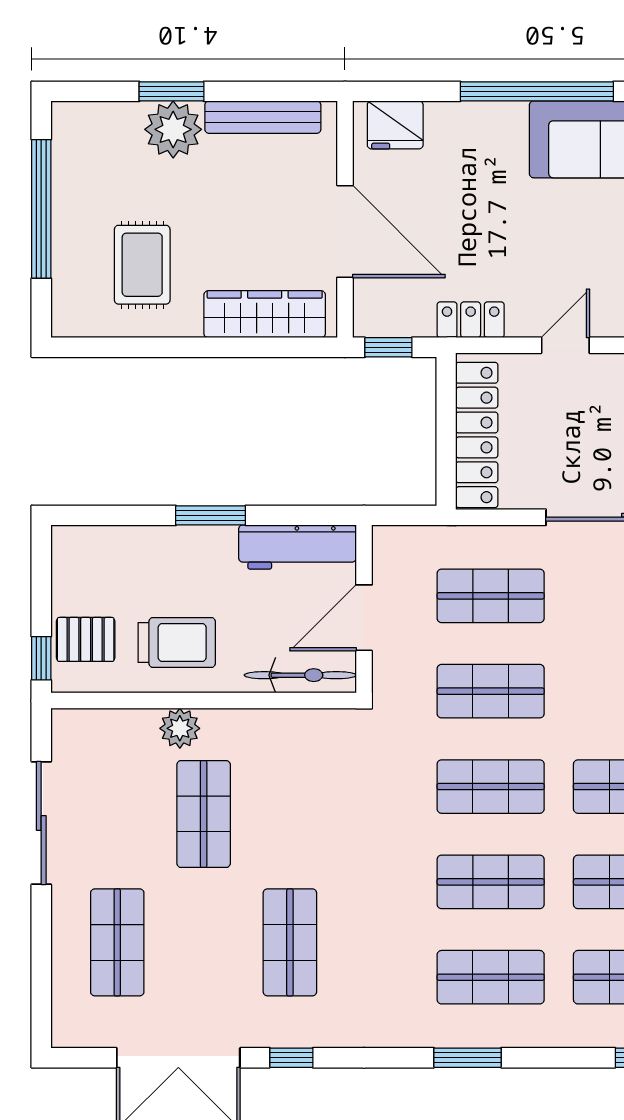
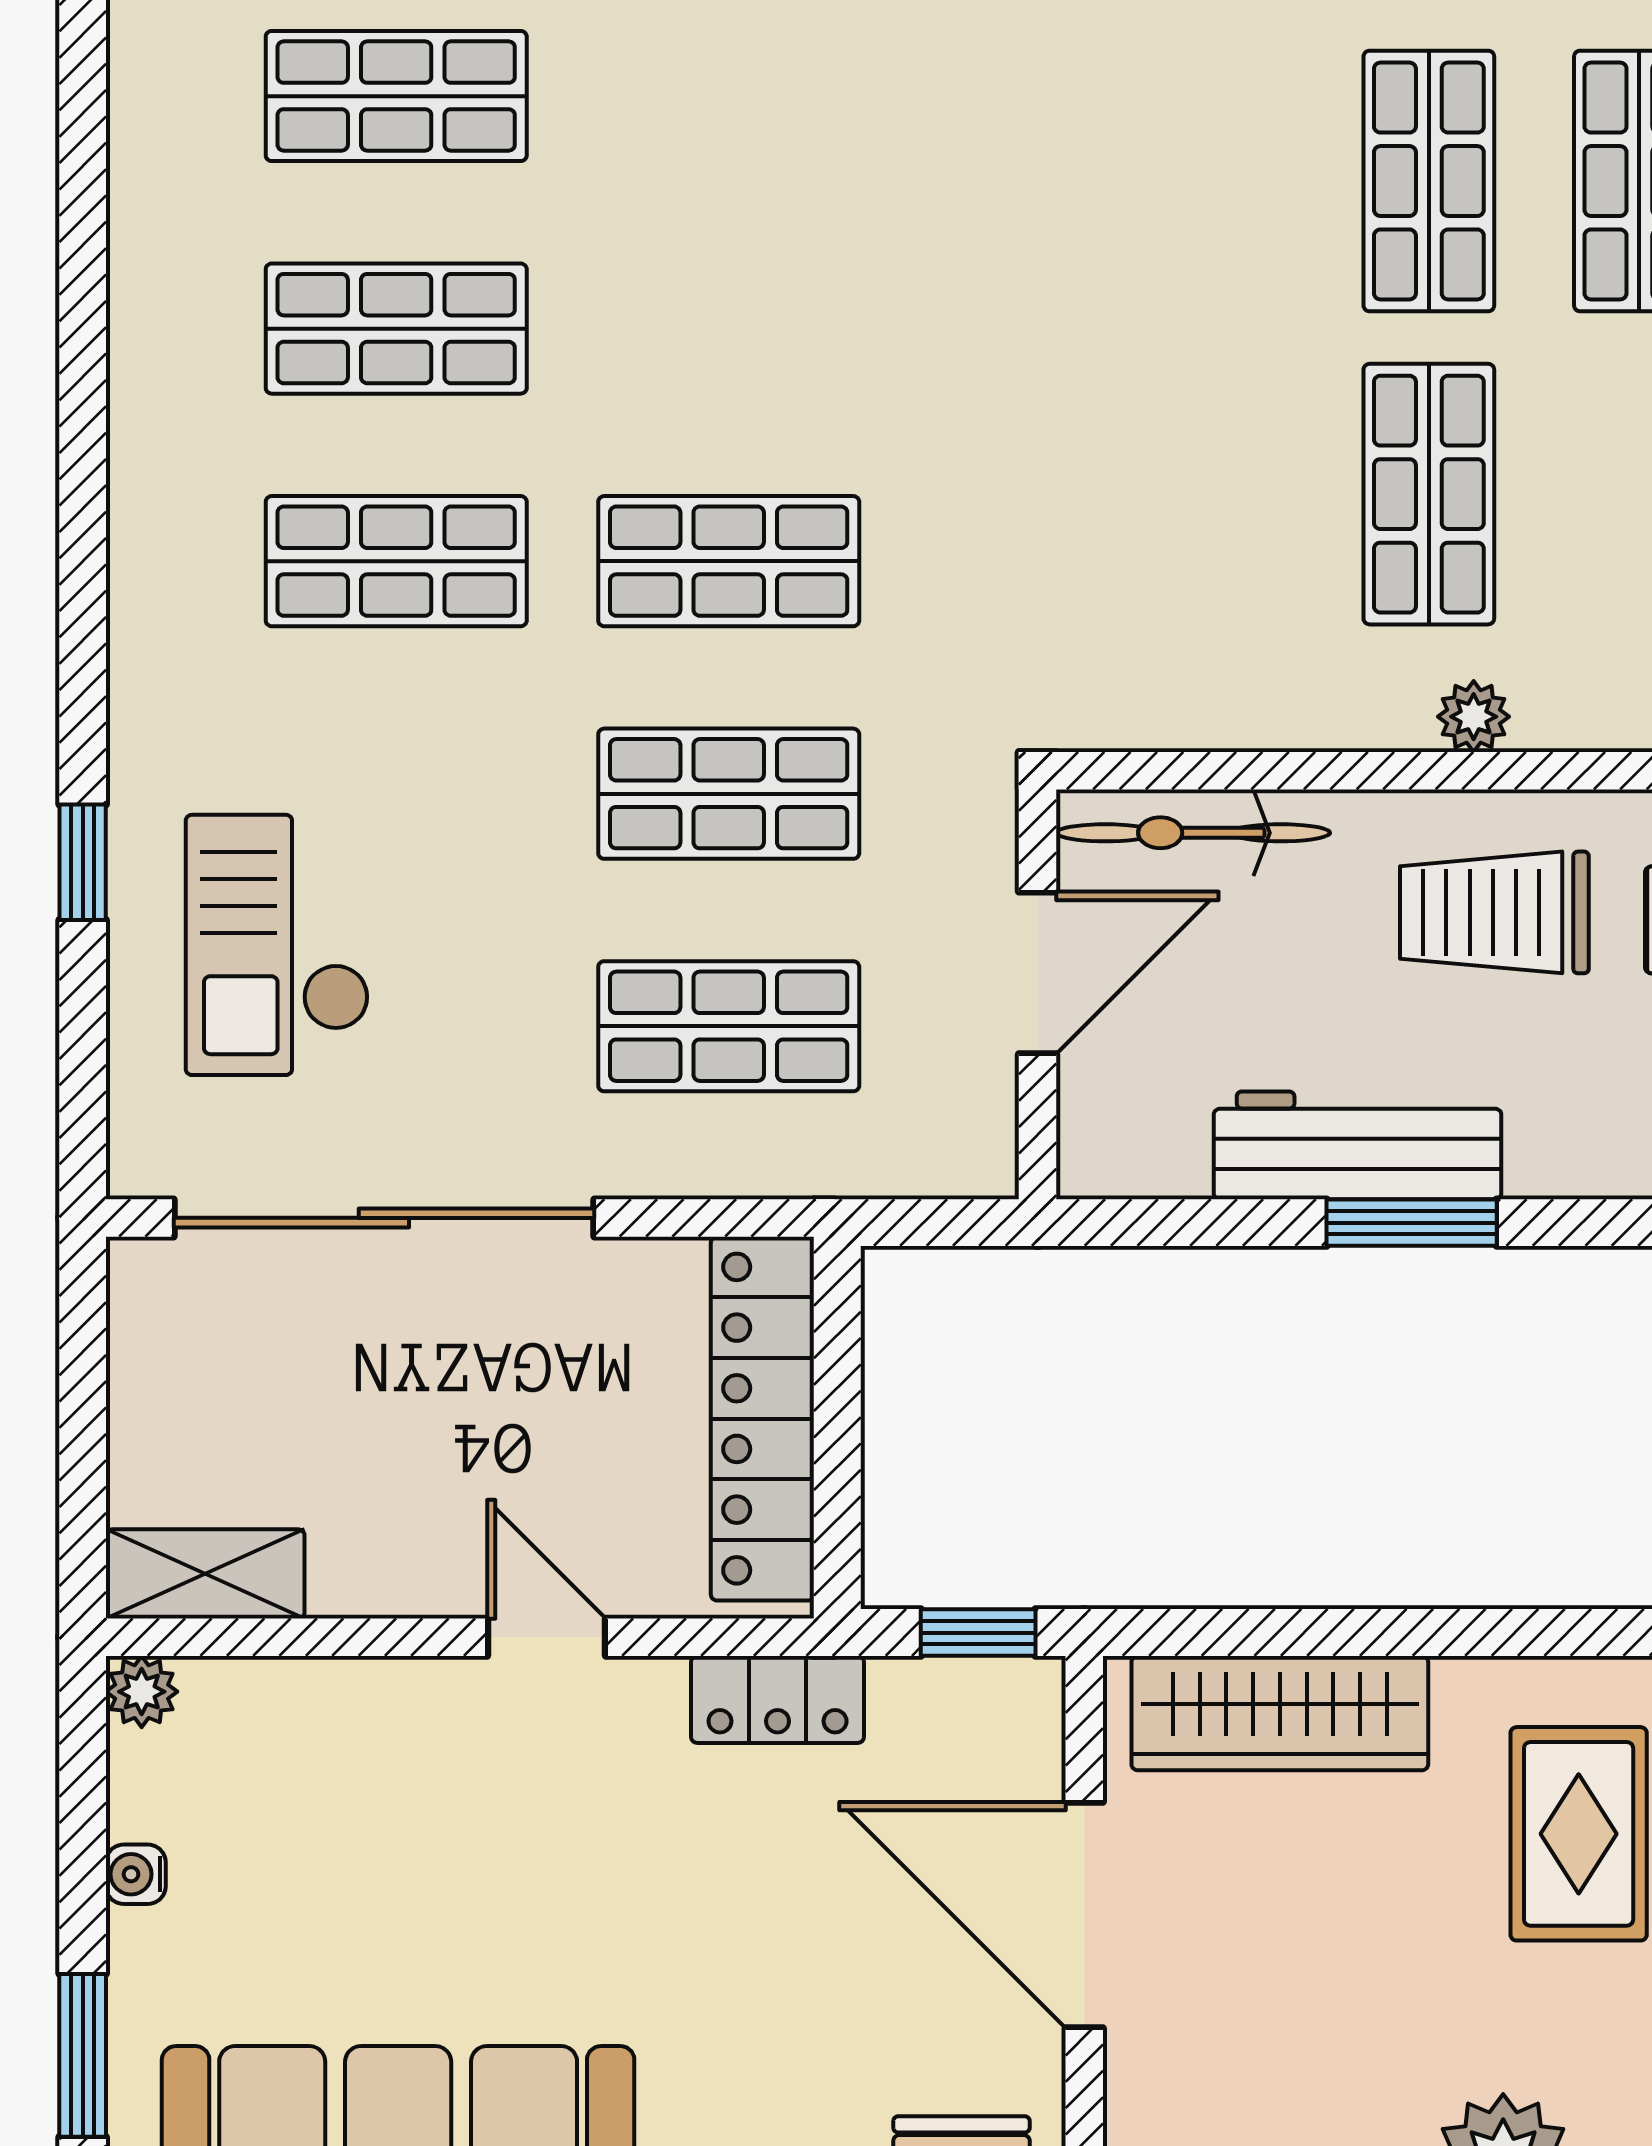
door: (565, 345) -> (546, 1637), swing flipped
workbench: (297, 547) -> (1358, 1145), moved
plant: (180, 728) -> (1474, 717), width x0.73, depth x0.73
shop shelf: (491, 882) -> (729, 329), removed
shop shelf: (290, 942) -> (1429, 181), moved
shop shelf: (491, 977) -> (729, 96), removed

